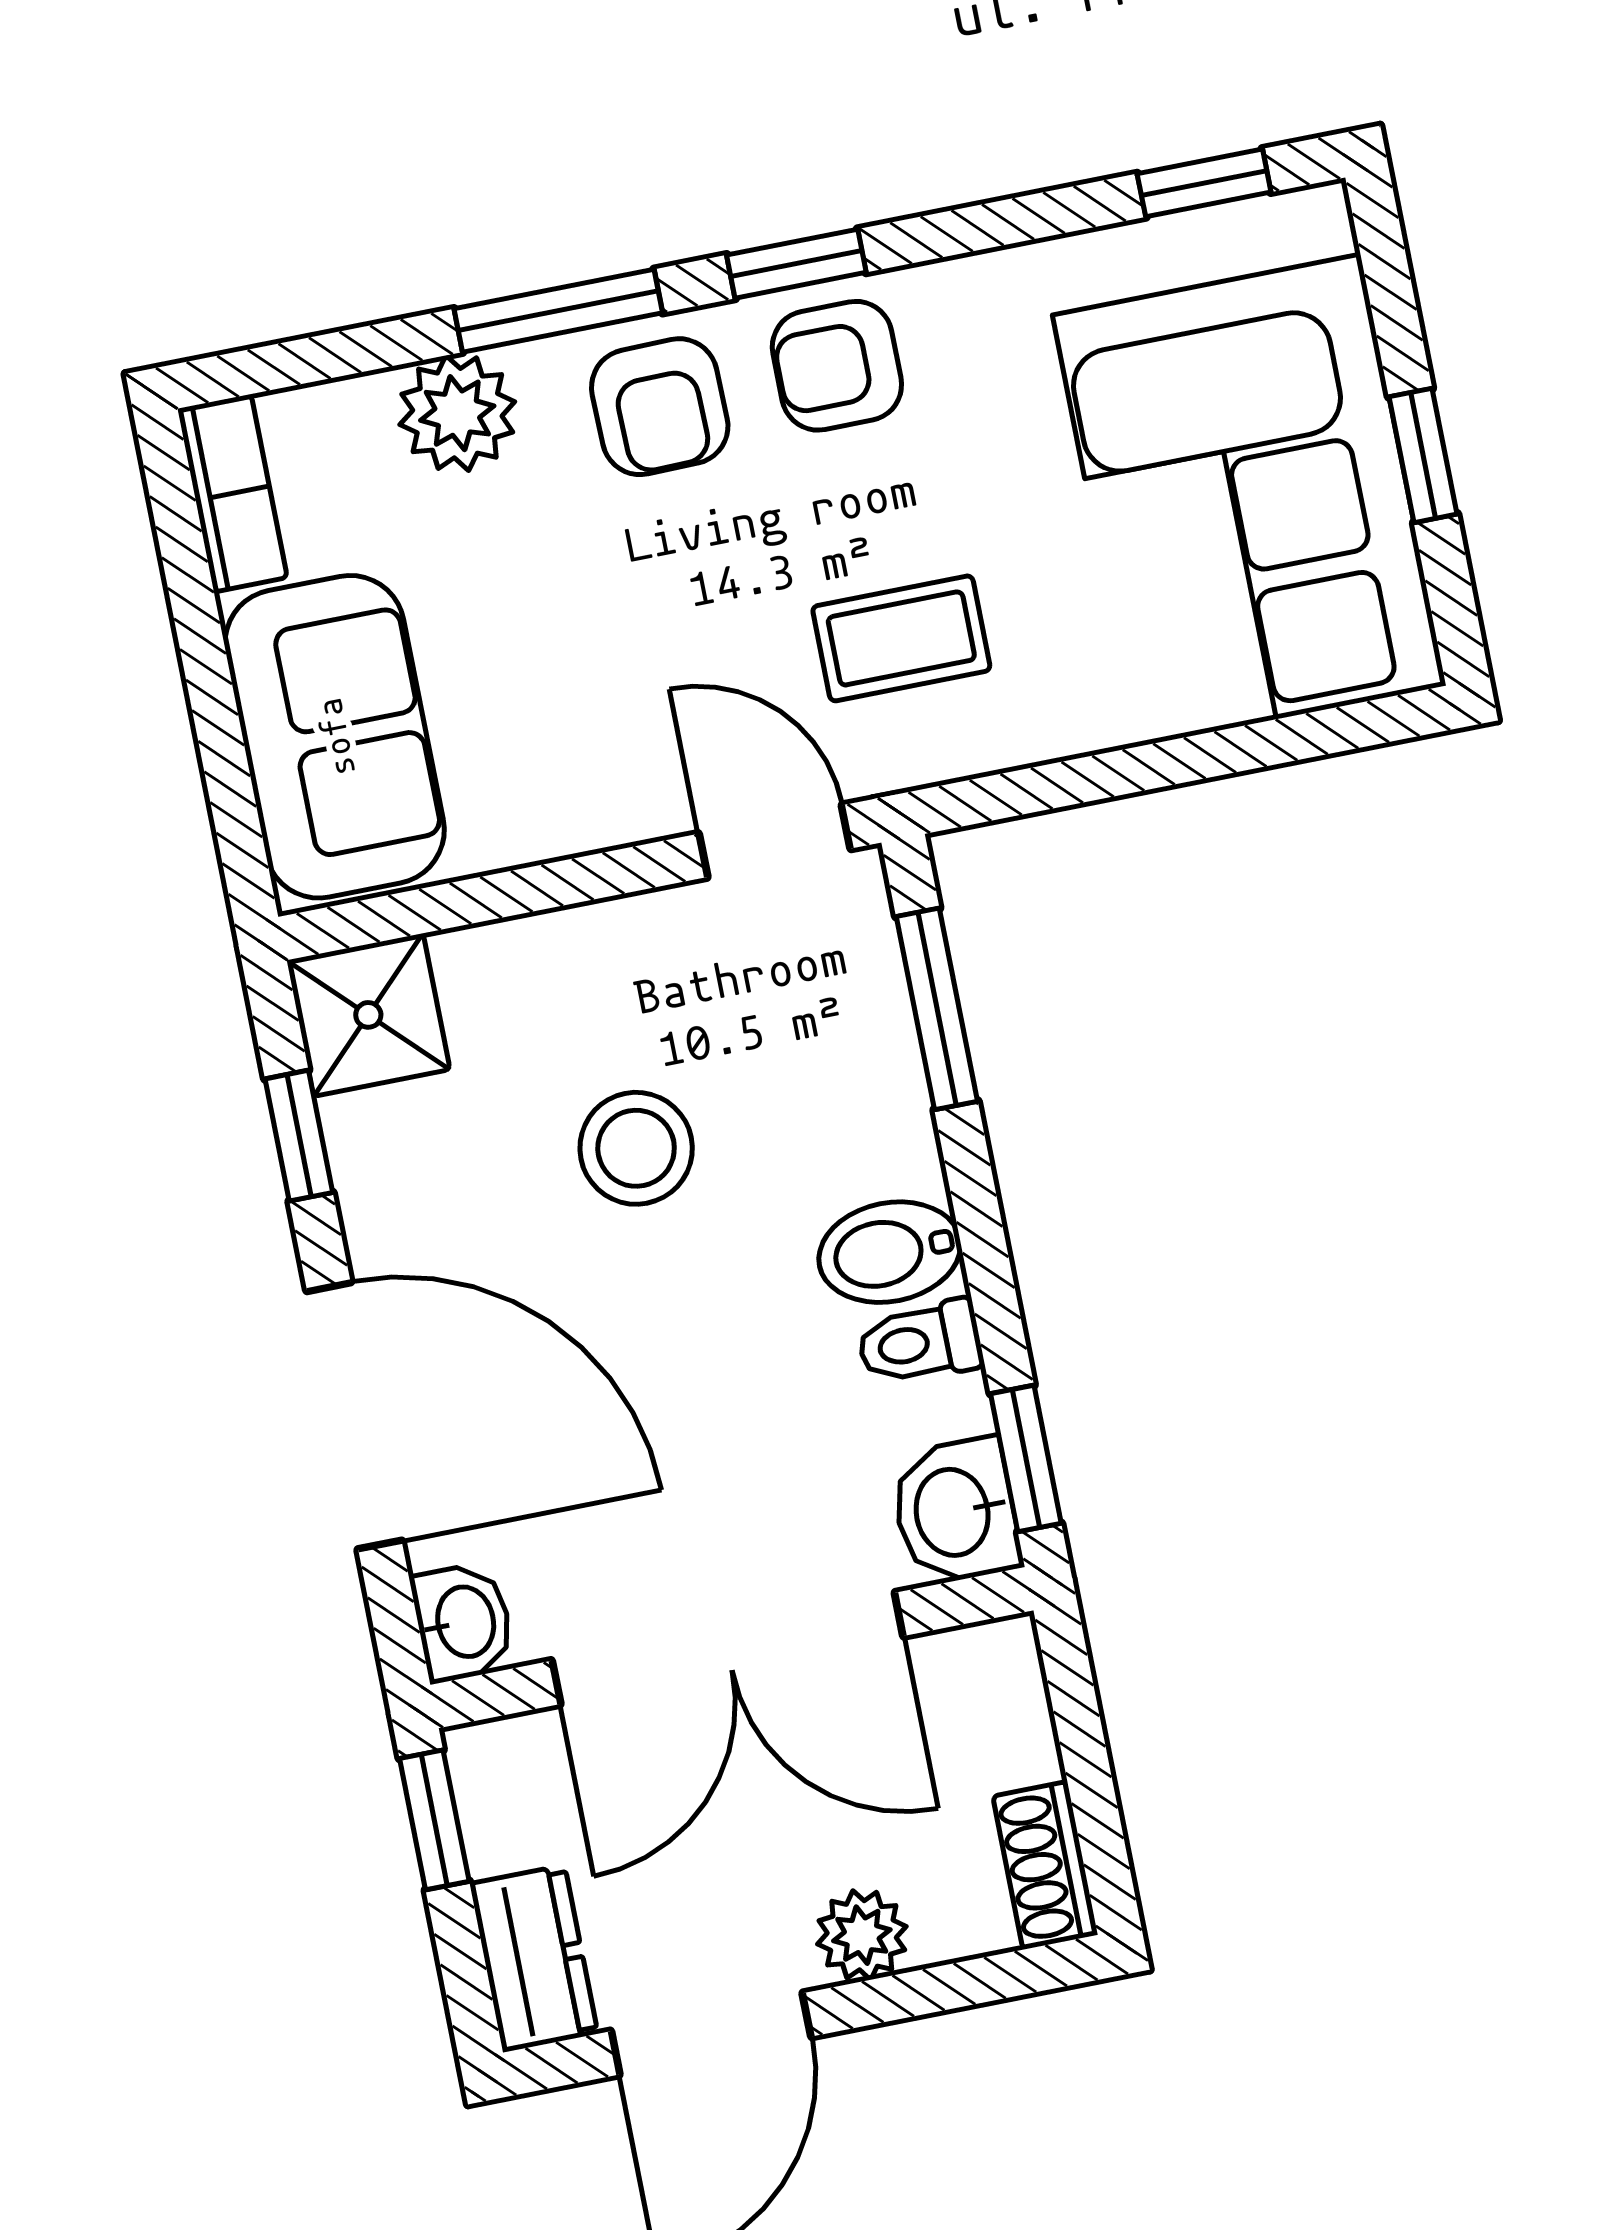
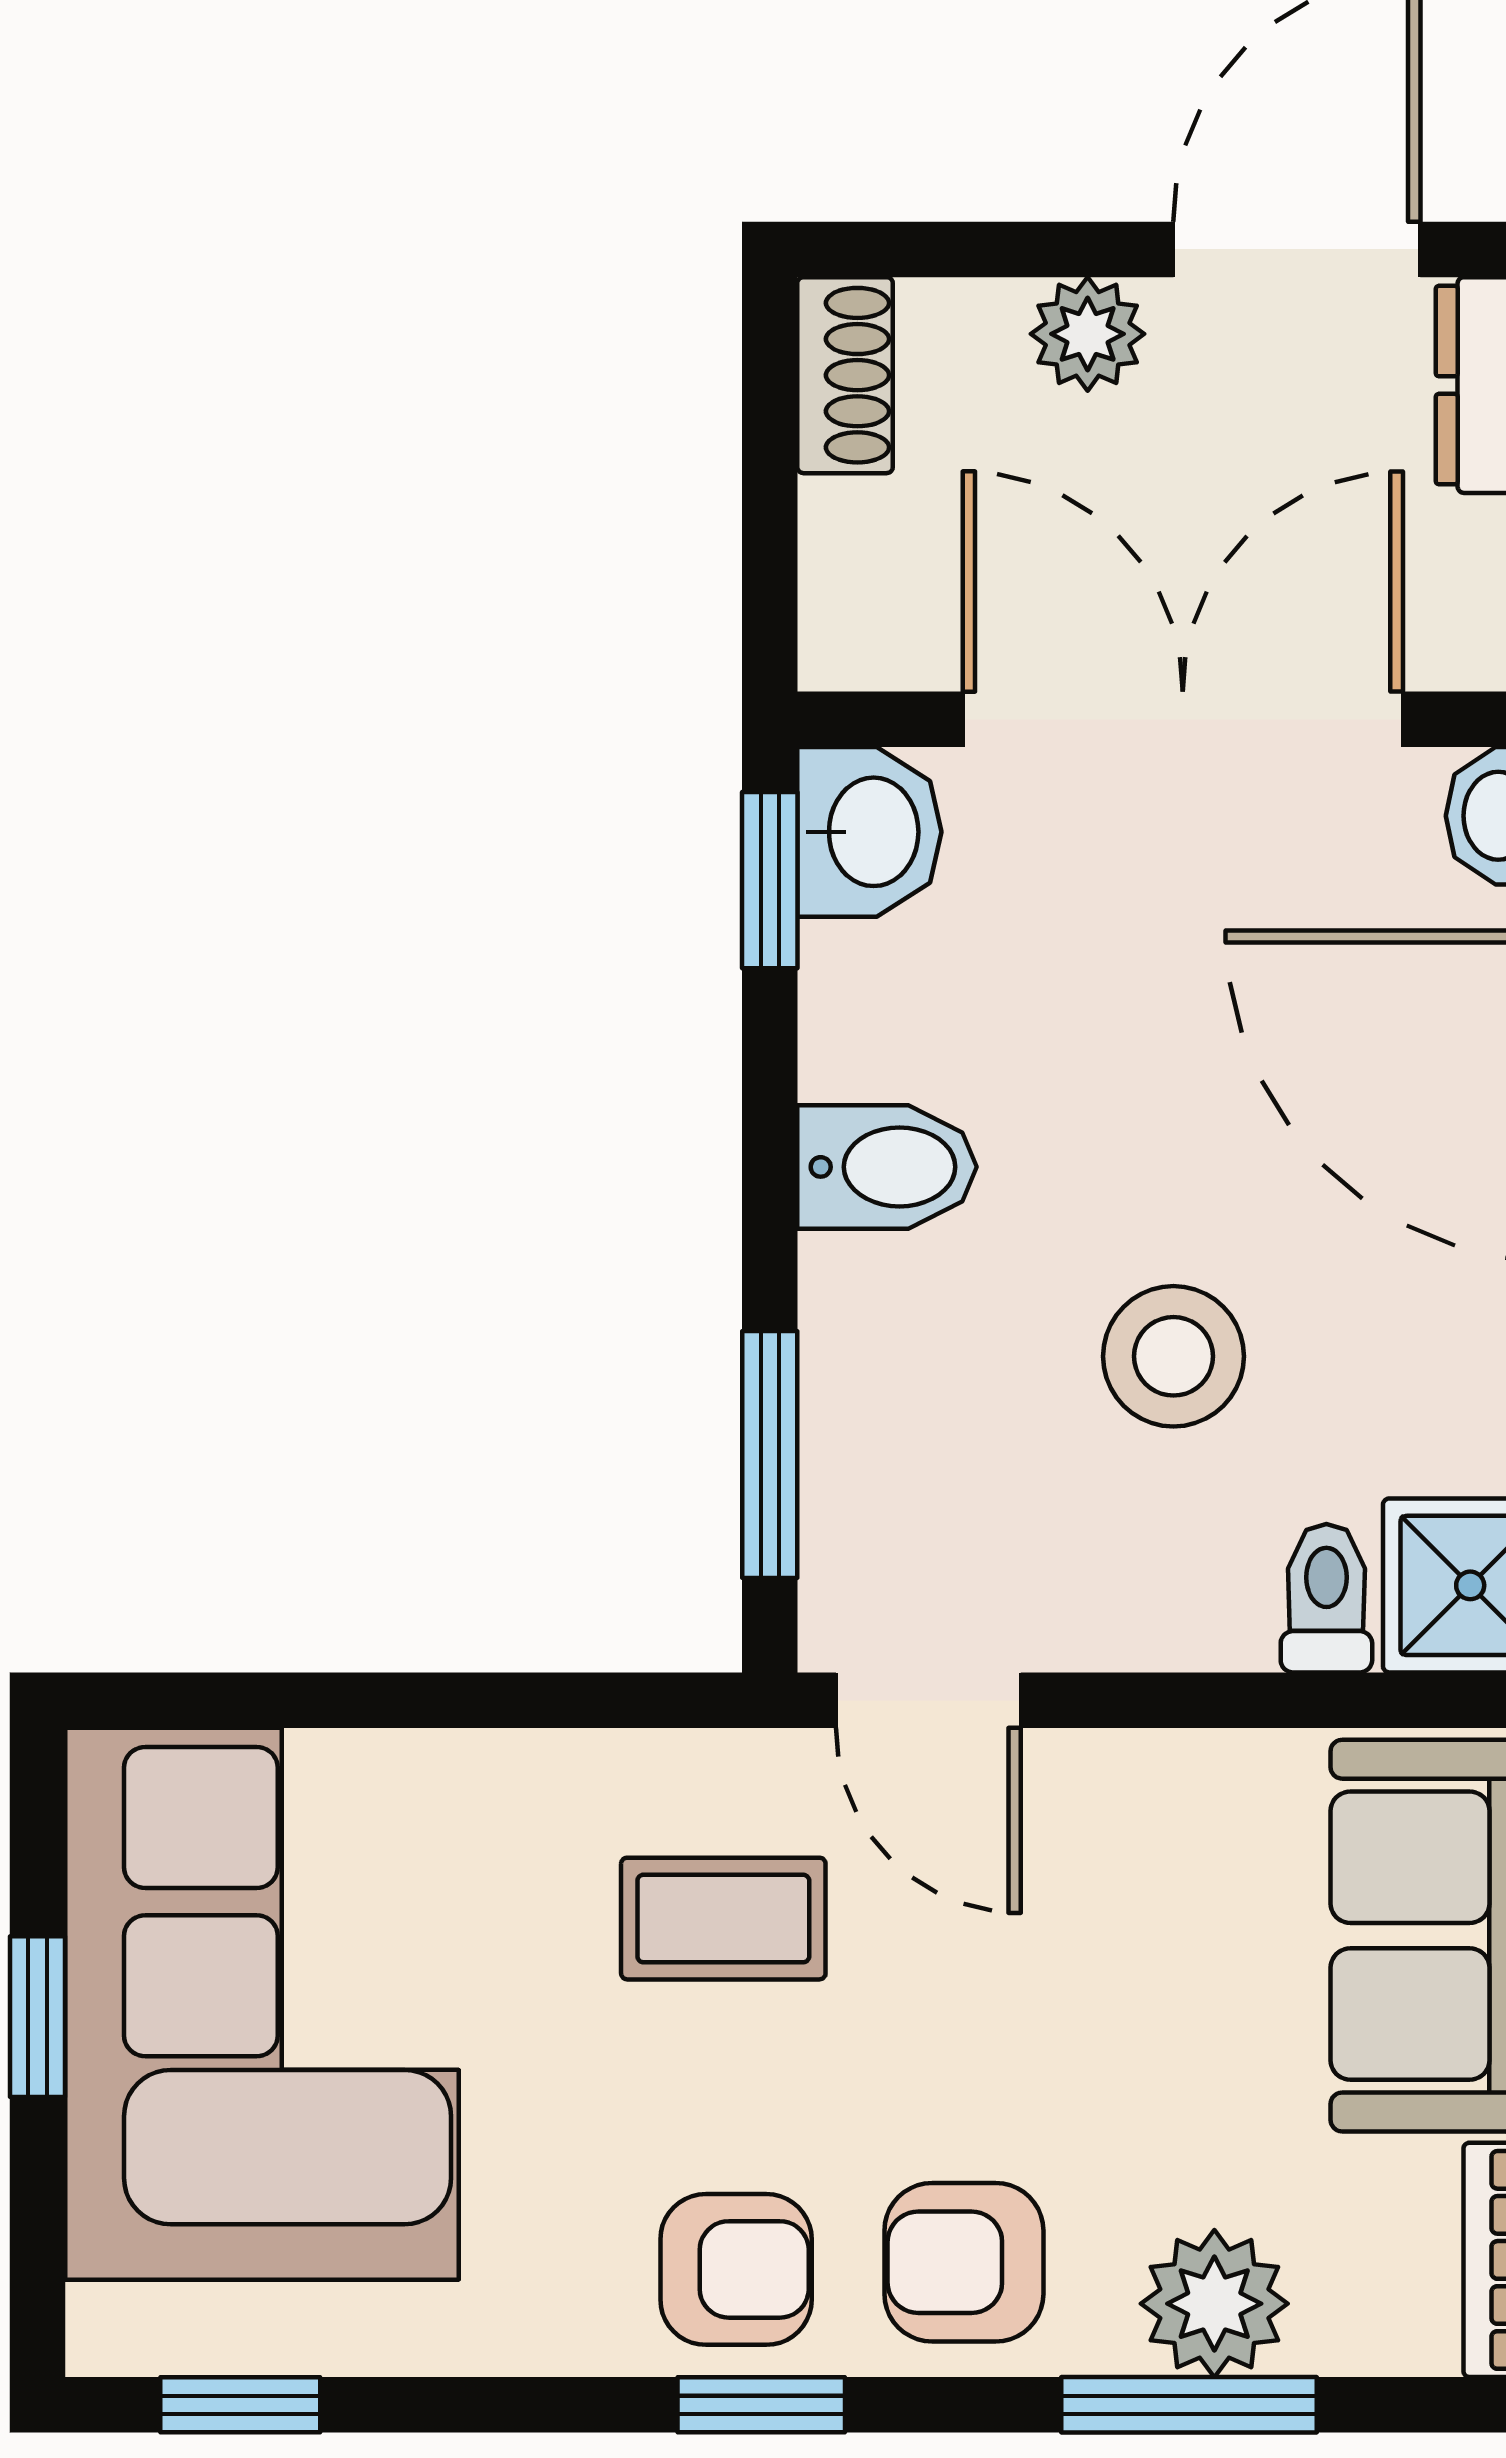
window: (558, 311) -> (1189, 2405), moved
armchair: (660, 407) -> (964, 2262), turned -89
toilet: (920, 1343) -> (1326, 1598), moved, turned -90

